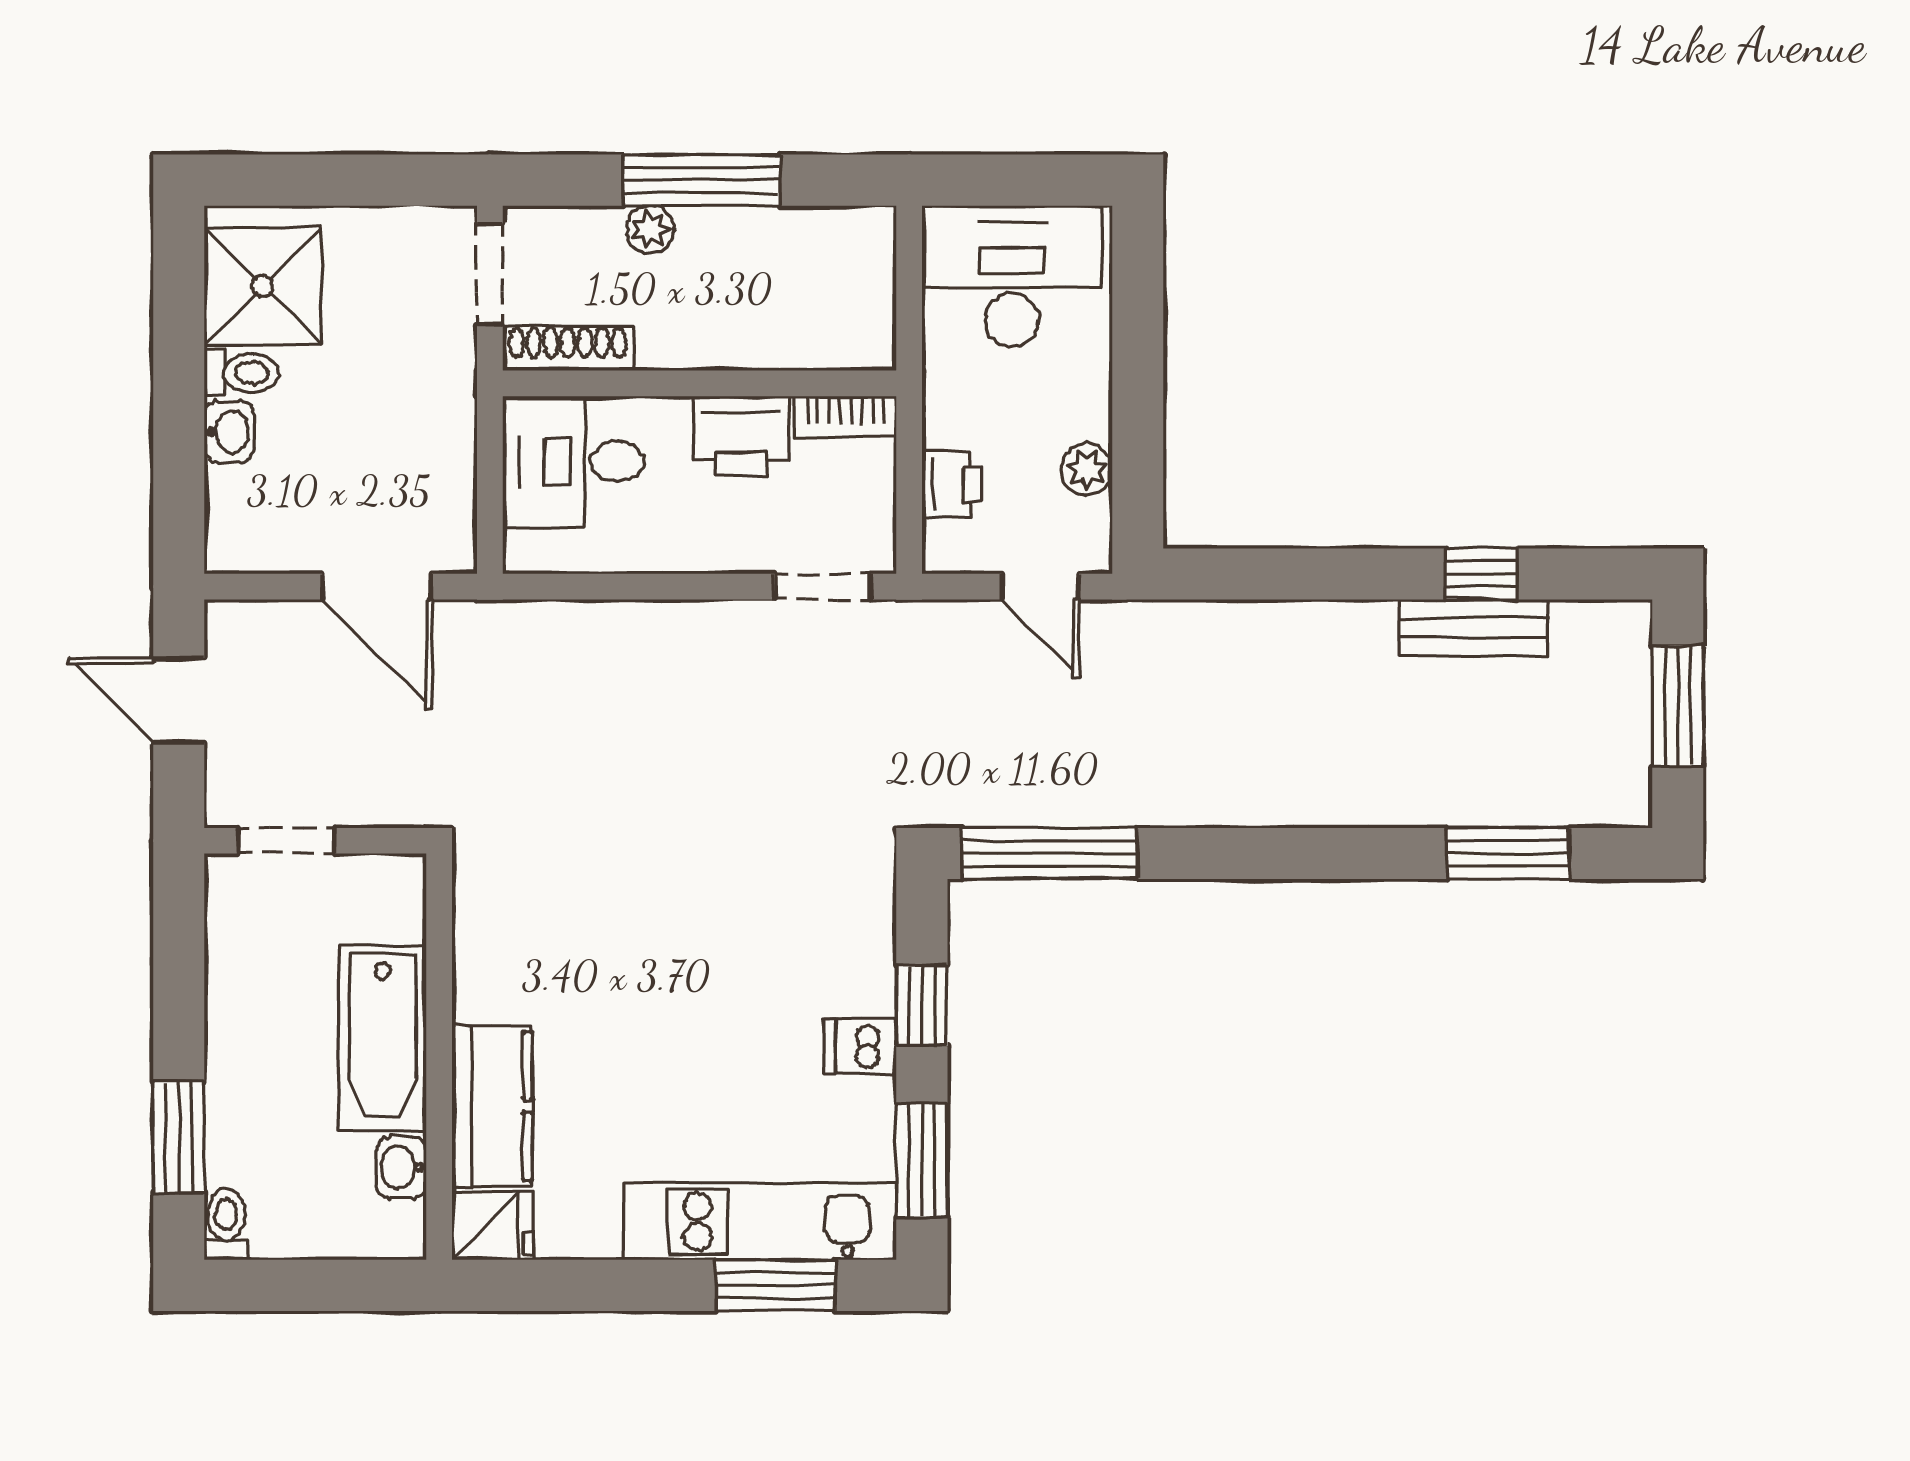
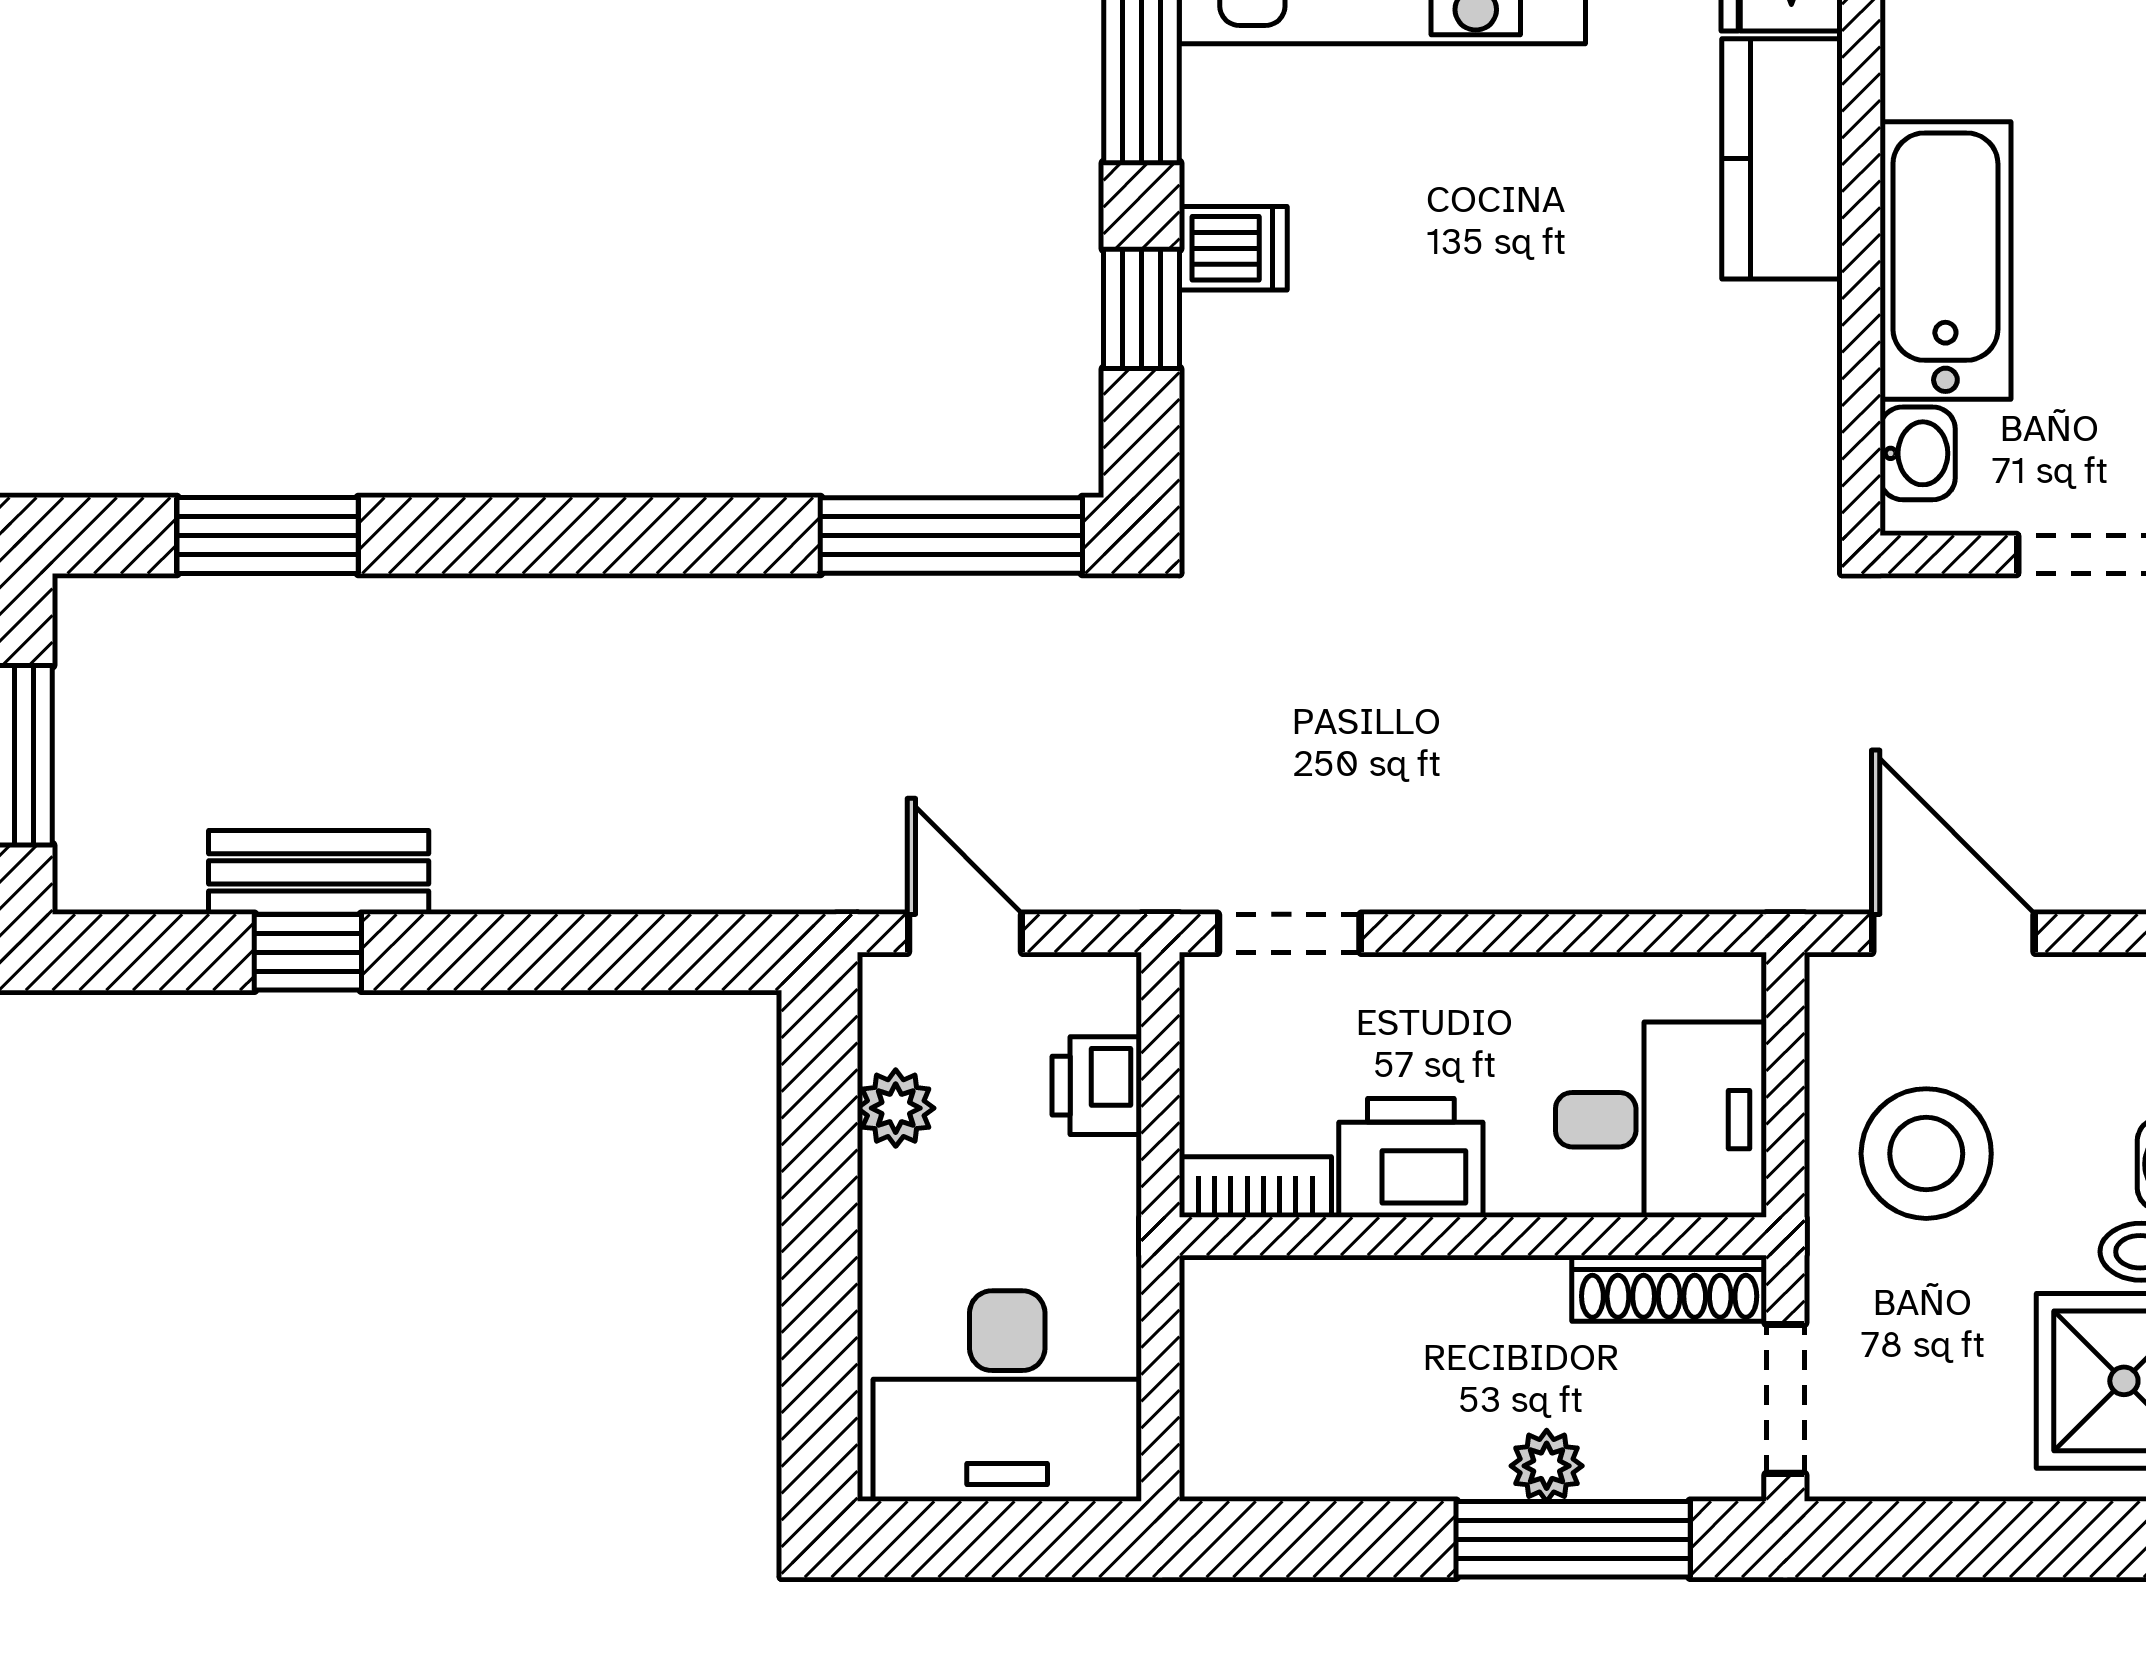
window: (702, 180) -> (1573, 1539), moved
stool: (395, 439) -> (1926, 1154), added
washbasin: (401, 1167) -> (1918, 453), moved

